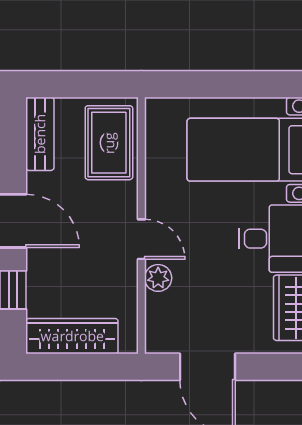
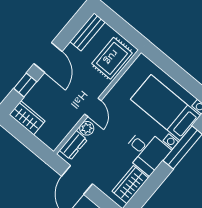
dresser: (159, 320) -> (73, 145), added
wardrobe: (72, 336) -> (27, 118), width x0.67

